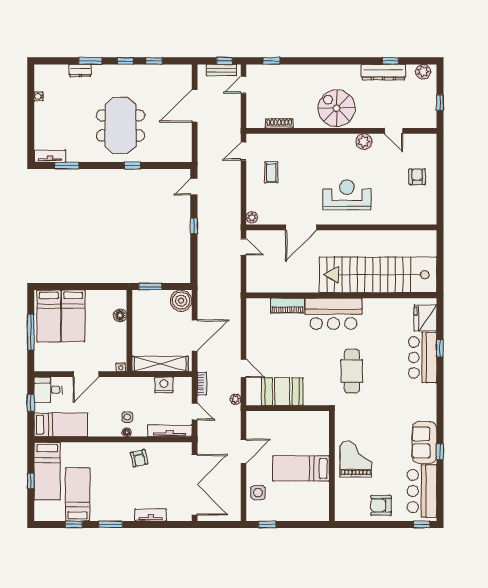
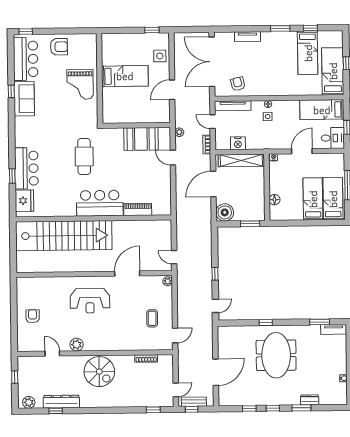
armchair: (417, 177) -> (33, 316), turned 180
armchair: (139, 458) -> (238, 84), moved

